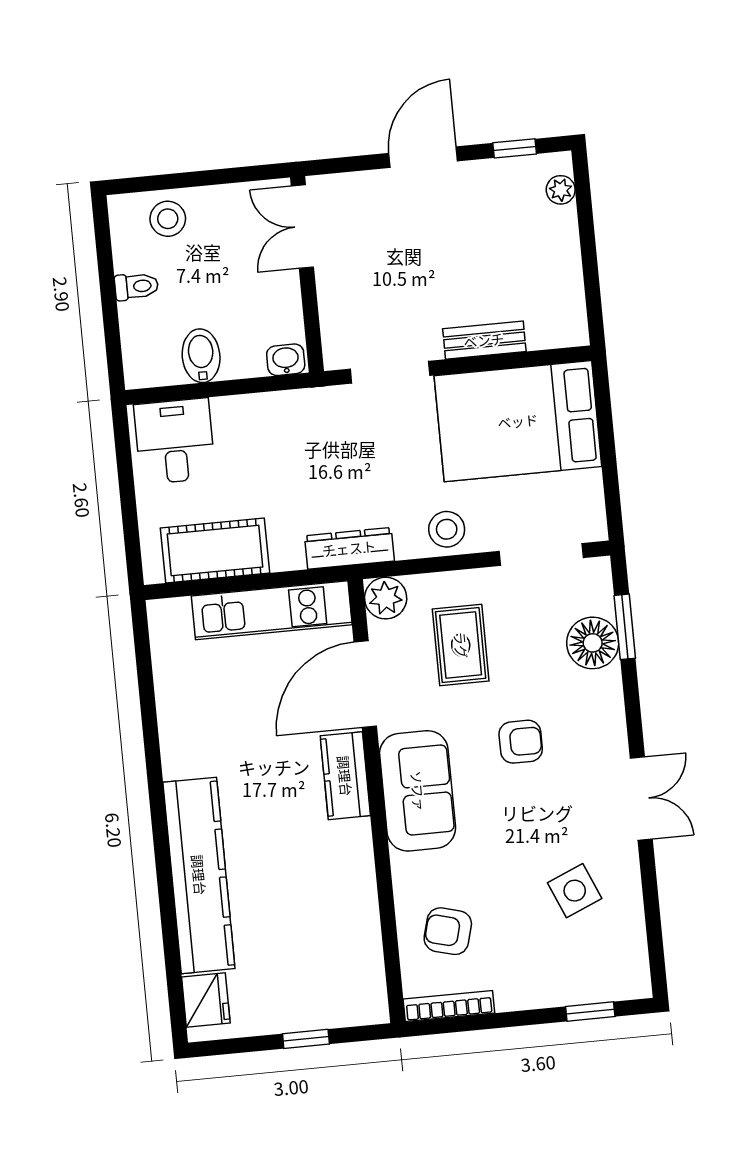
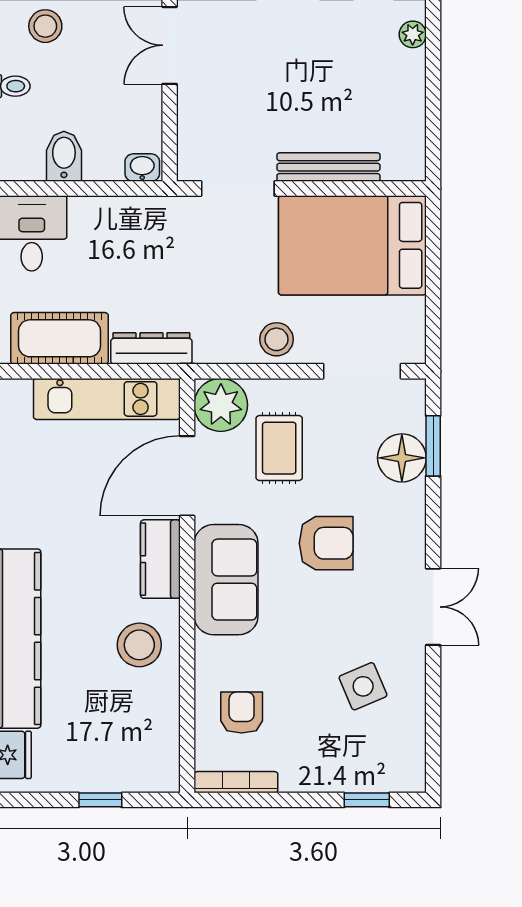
bench: (484, 340) -> (328, 167), width x1.36
dresser: (349, 548) -> (151, 348), moved
plant: (386, 598) -> (221, 405), width x1.36, depth x1.36
armchair: (521, 742) -> (326, 543), width x1.38, depth x1.38
stool: (332, 869) -> (139, 645), added
armchair: (448, 931) -> (242, 713), turned 75

